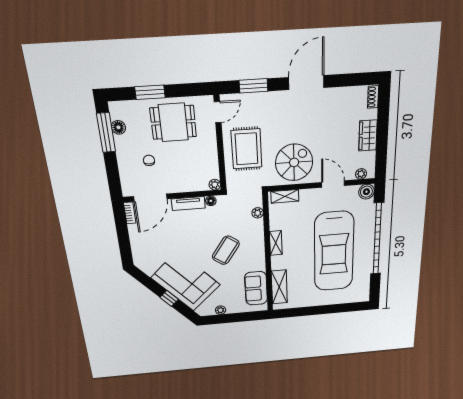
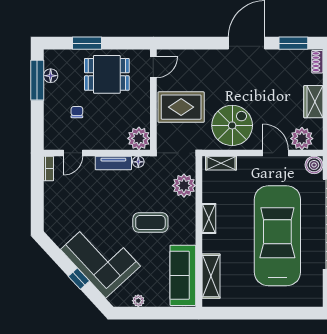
window: (254, 86) -> (293, 43), moved
rug: (247, 149) -> (181, 107), turned 90
plant: (361, 174) -> (302, 139), width x1.87, depth x1.87
plant: (215, 185) -> (139, 138), width x1.88, depth x1.88
door: (150, 198) -> (73, 153), width x0.53
plant: (258, 213) -> (184, 186), width x1.88, depth x1.88
coffee table: (226, 250) -> (150, 223), turned 55
car: (334, 252) -> (277, 236), turned 180
sofa: (256, 288) -> (183, 275), width x1.36

